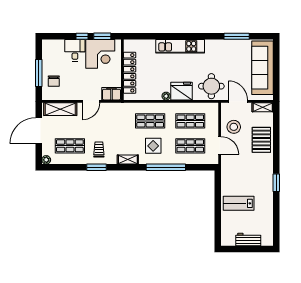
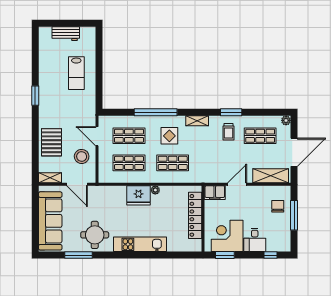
window: (82, 36) -> (270, 255), moved
round table: (211, 86) -> (95, 235), moved
lab bench: (239, 203) -> (76, 73), turned 90

